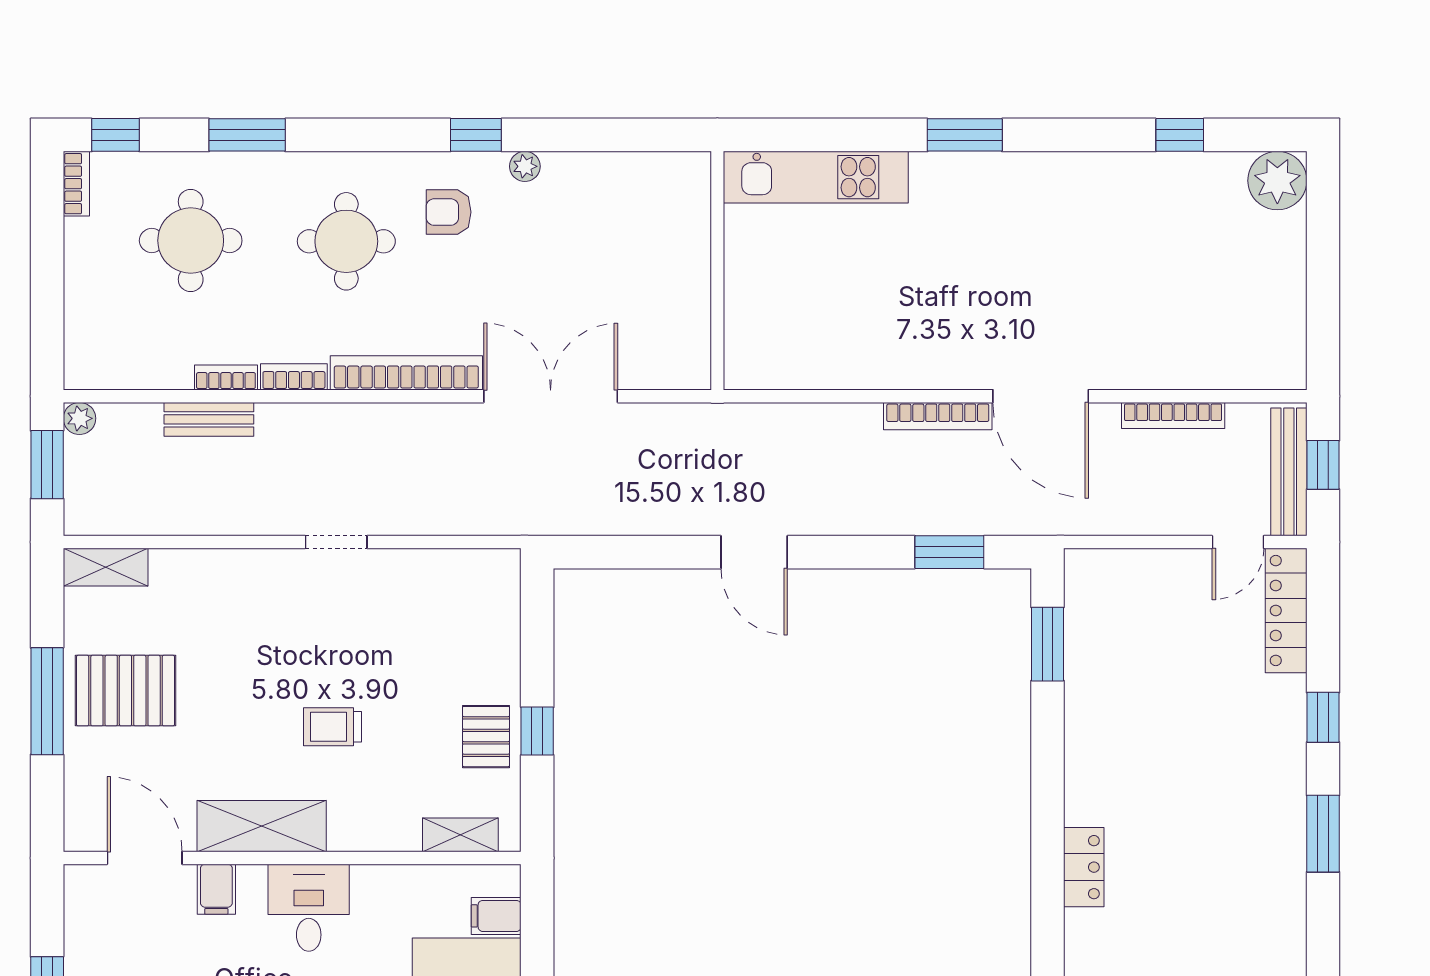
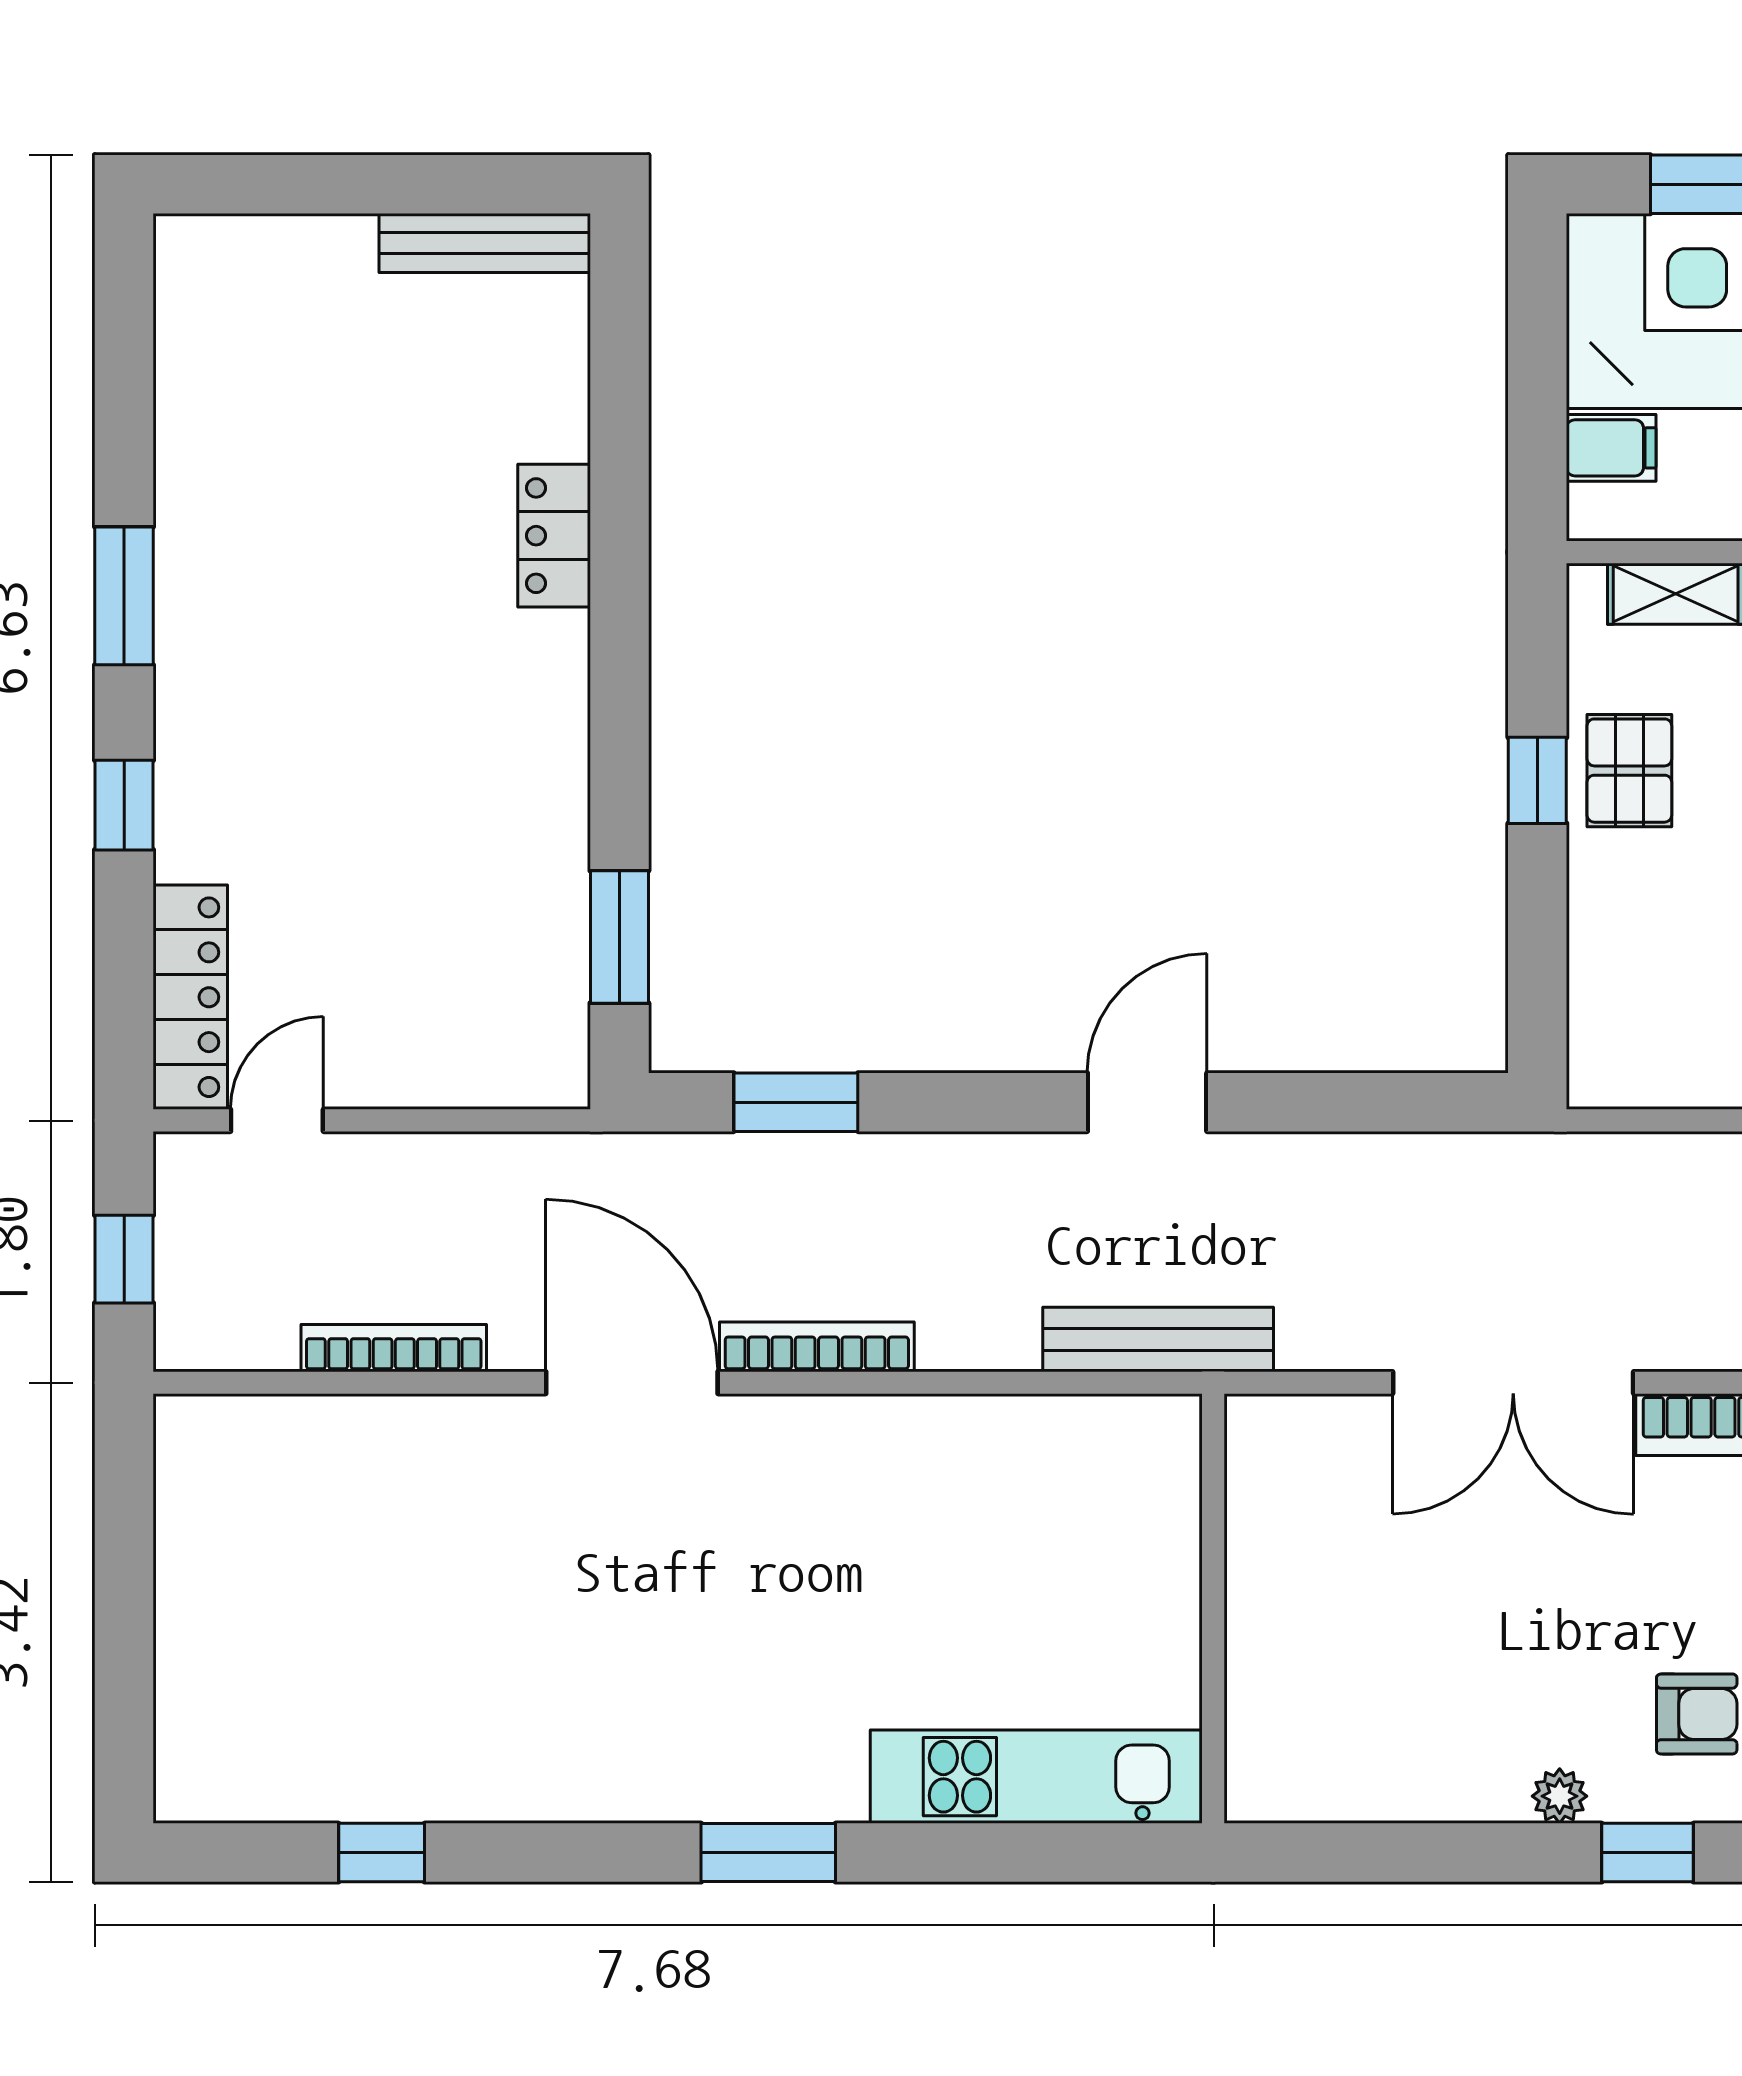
plant: (1277, 181) -> (206, 1771), removed
bench: (1289, 472) -> (1158, 1339), moved, turned 90
door: (754, 552) -> (1147, 1102), hinge flipped

